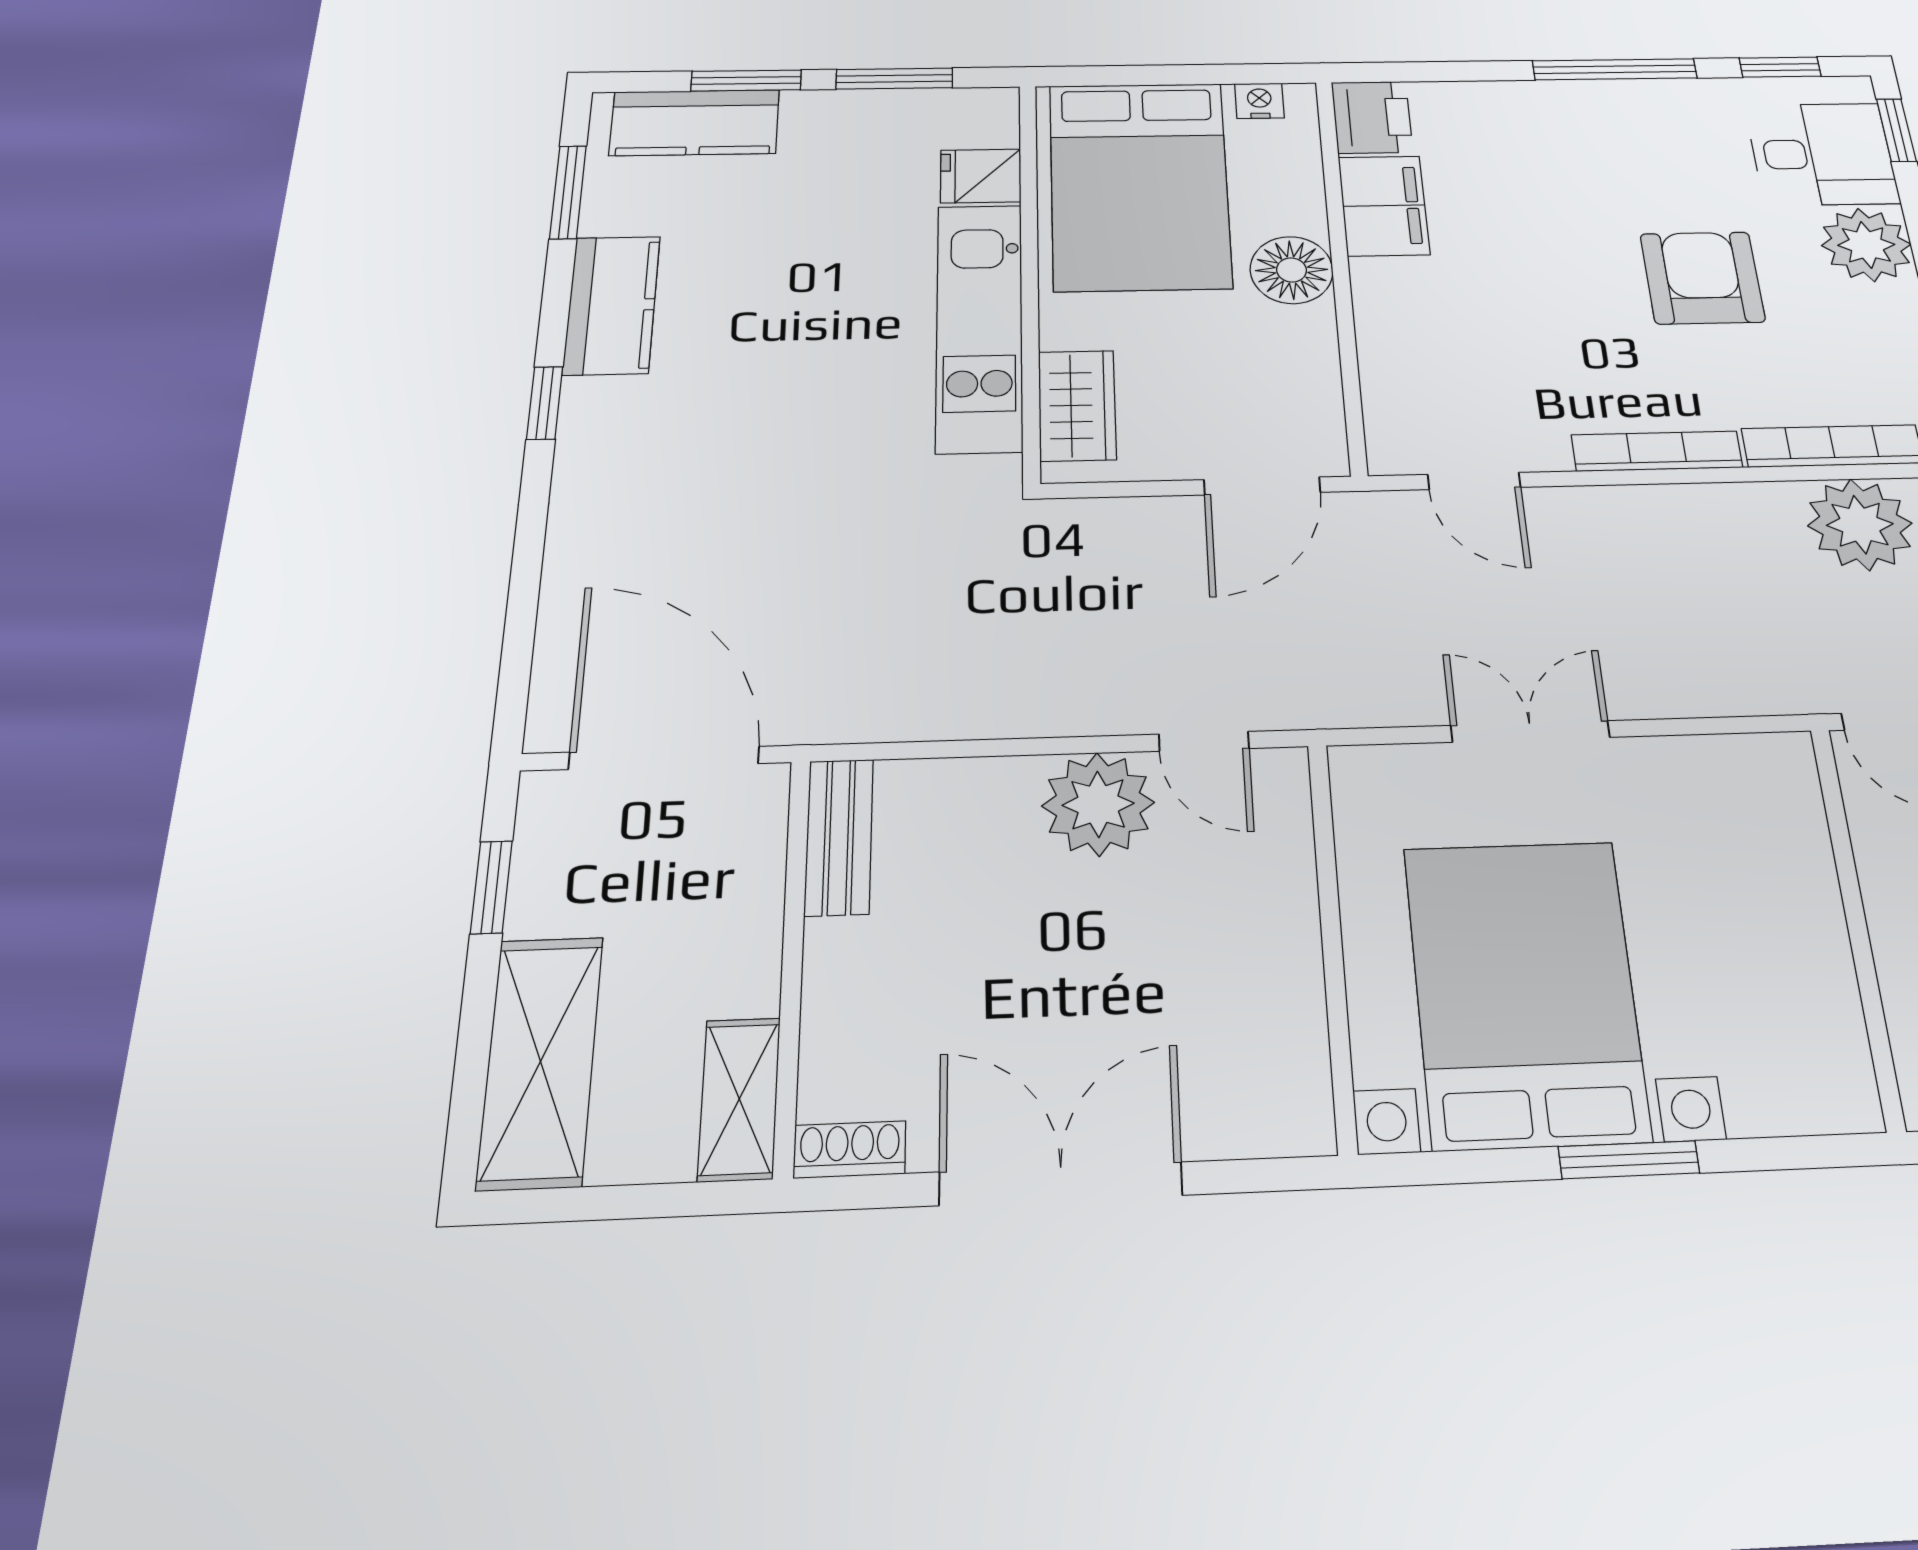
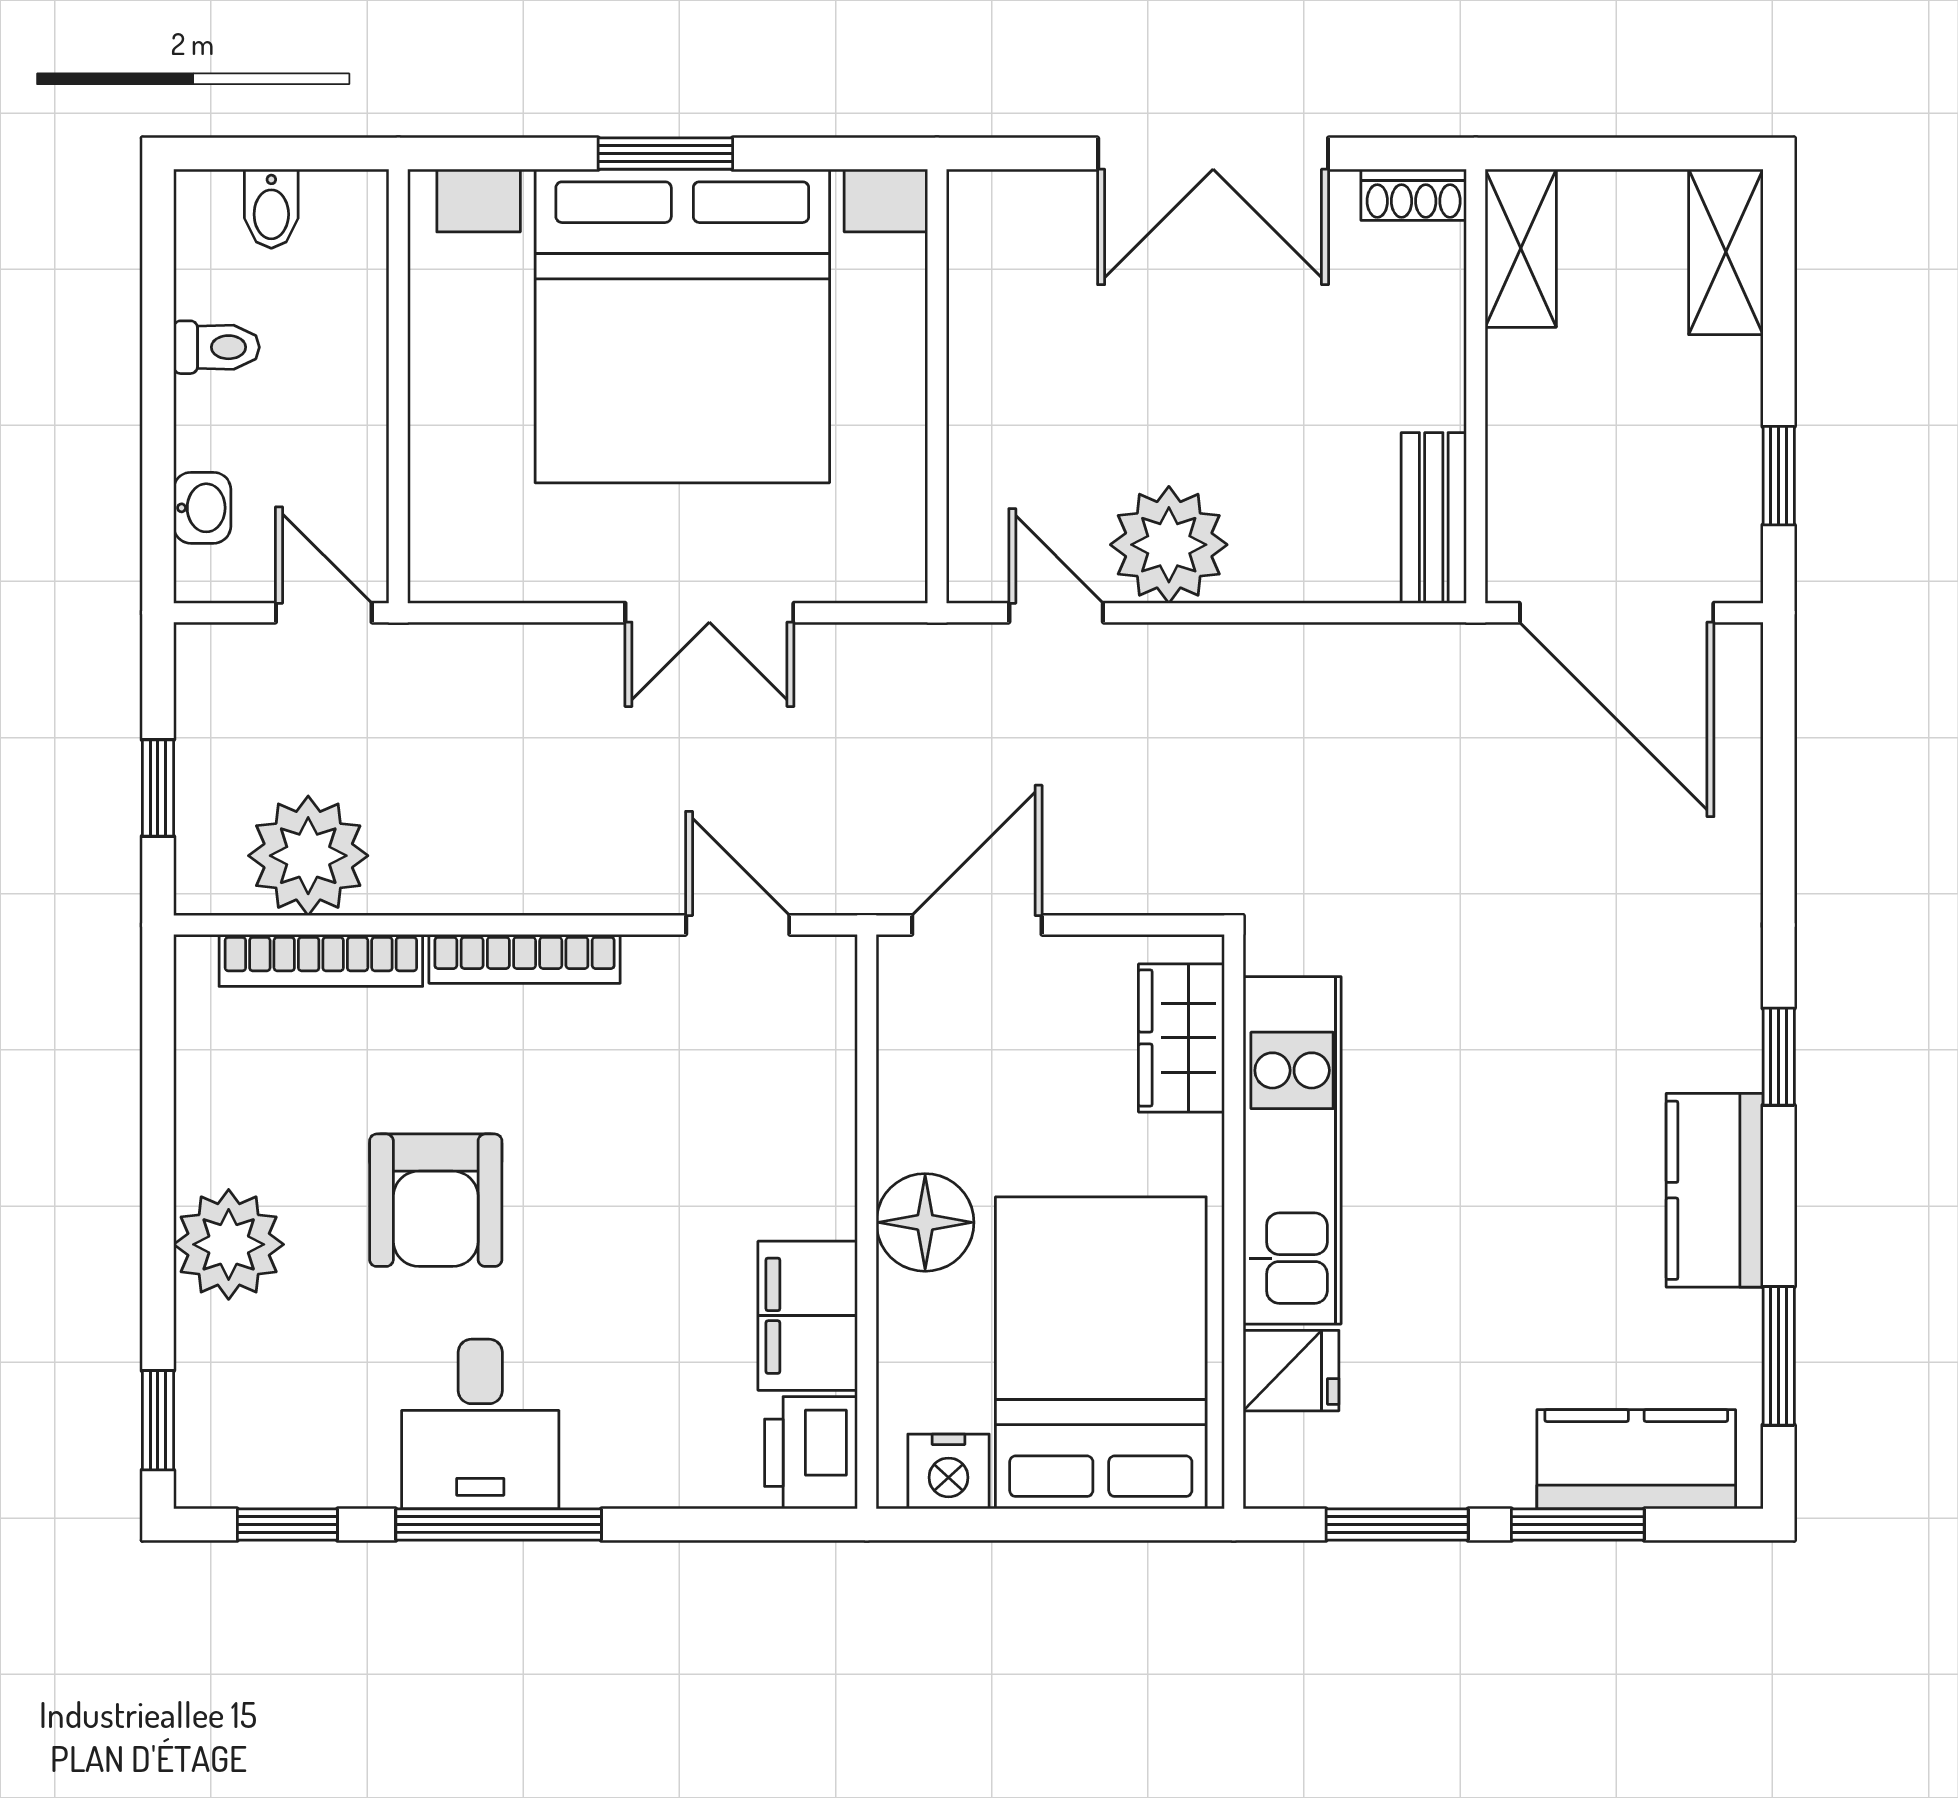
nightstand: (1259, 101) -> (949, 1471), width x1.39, depth x1.35
desk: (1822, 154) -> (480, 1424), moved, turned -90
bed with nightstands: (1525, 992) -> (682, 326), width x1.36
shelving: (540, 1061) -> (1726, 252), width x0.67, depth x0.75

